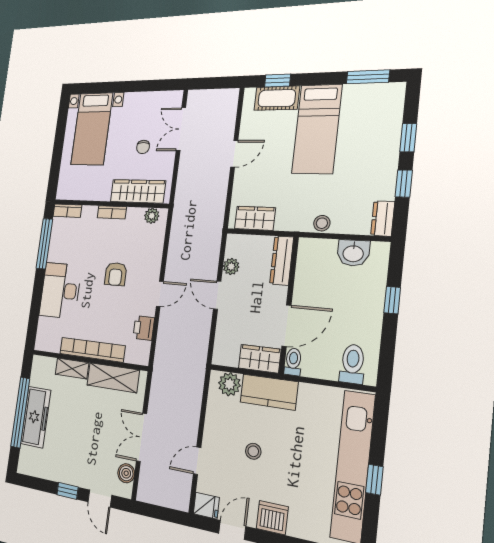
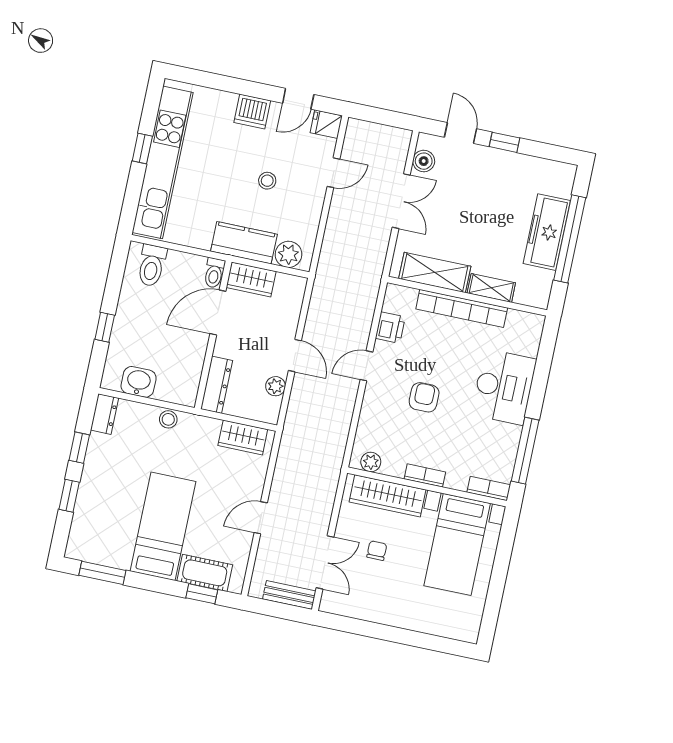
bench: (206, 97) -> (289, 595), added
bed with nightstands: (92, 129) -> (457, 545), moved, turned 180

